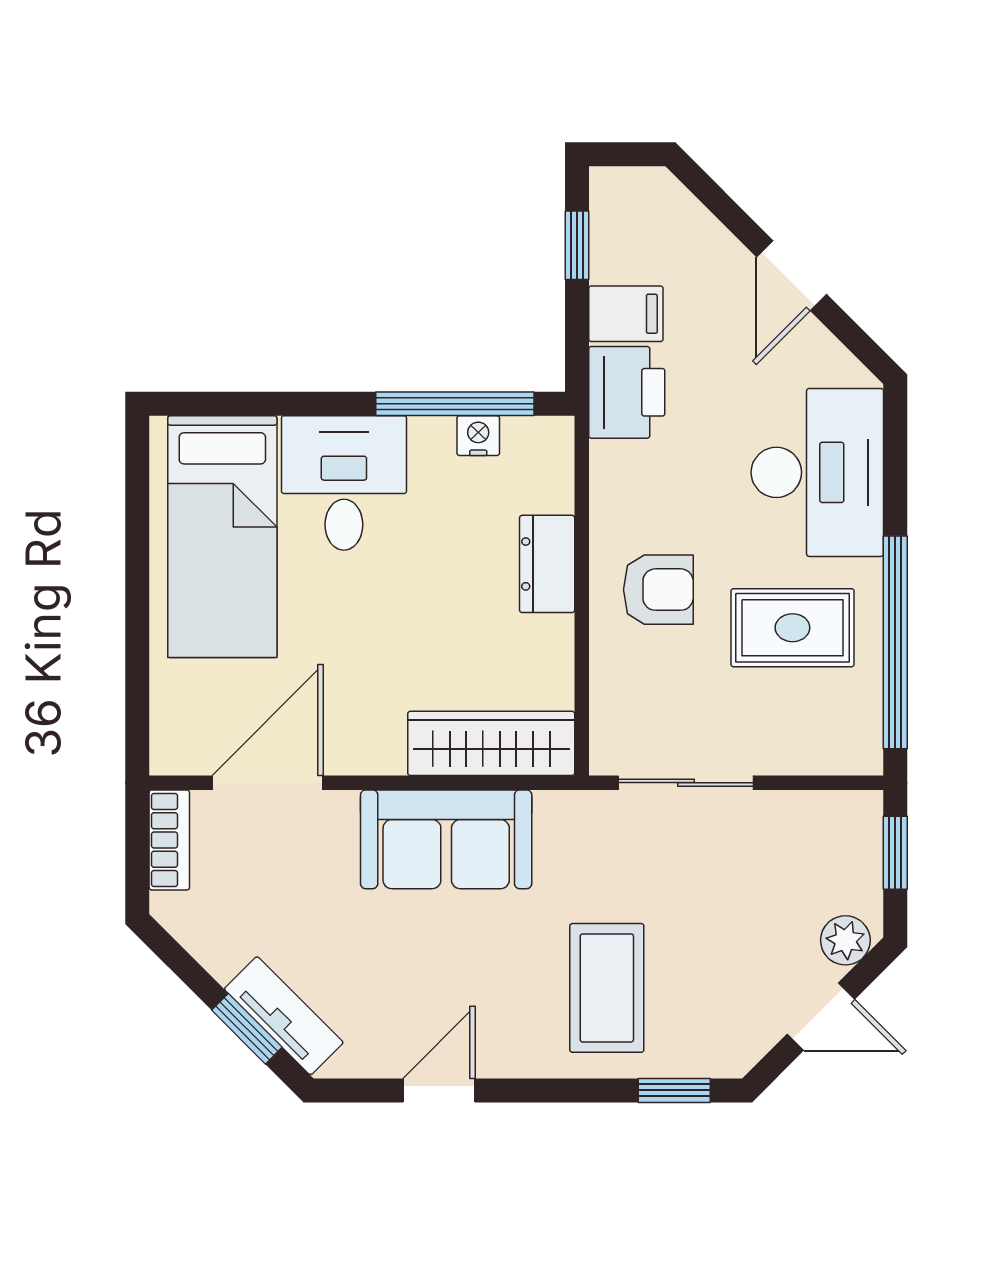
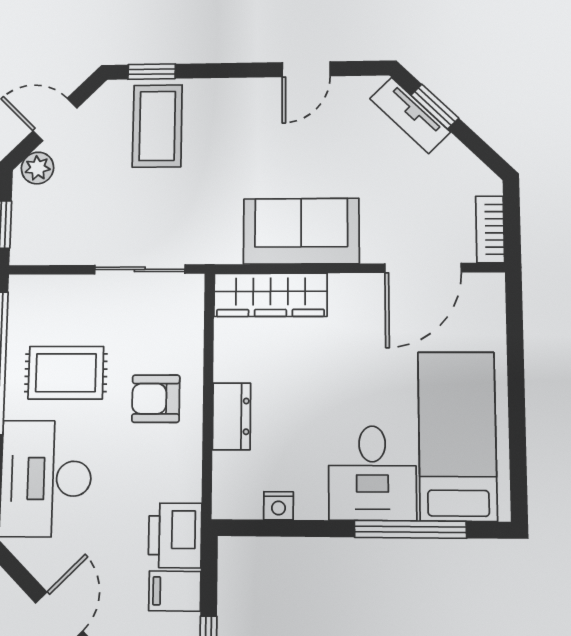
window: (455, 404) -> (410, 529), moved
coffee table: (607, 988) -> (157, 126), moved

